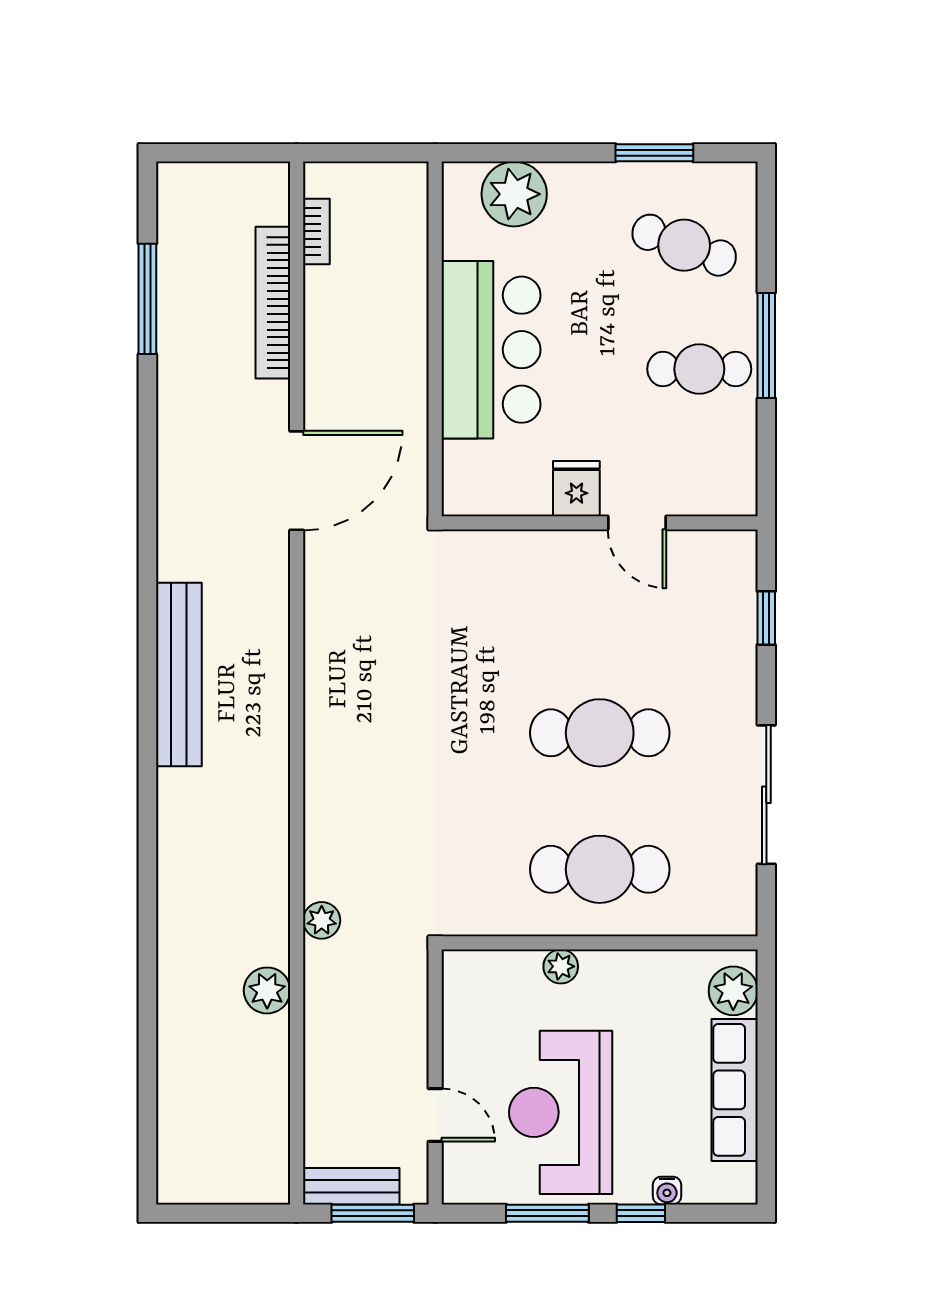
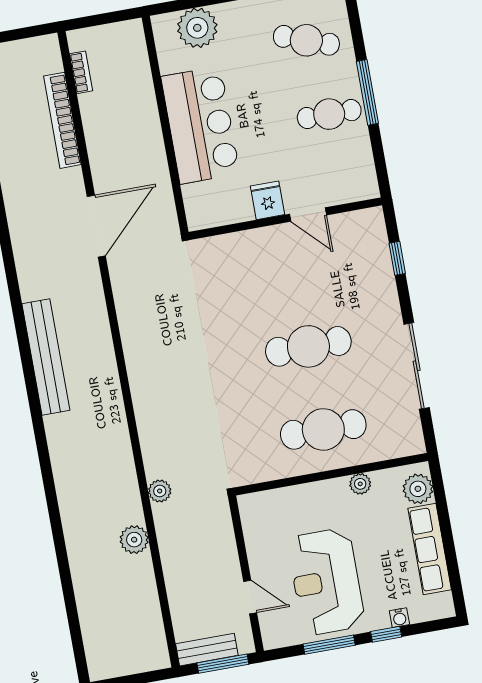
plant: (561, 966) -> (360, 484), moved

